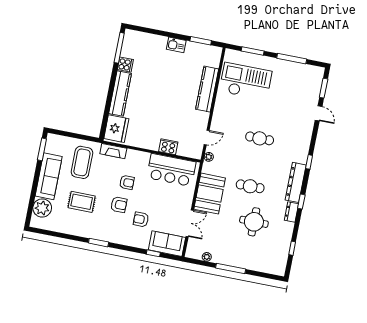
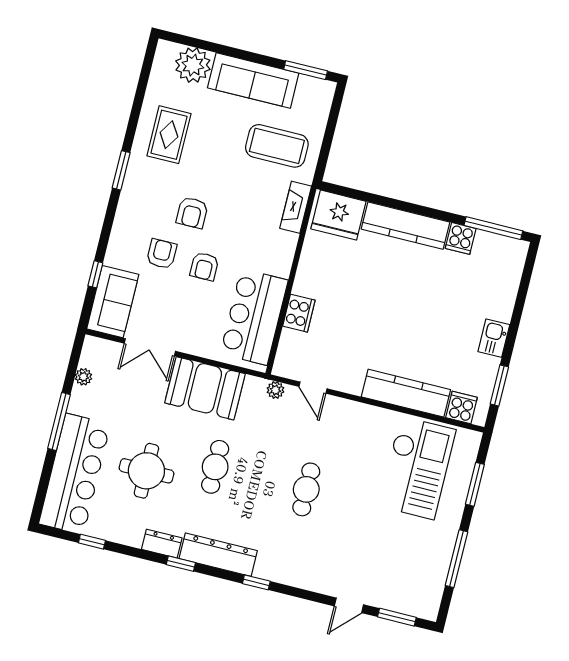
cooker: (213, 60) -> (461, 408), added
armchair: (127, 182) -> (204, 266), moved
rug: (82, 202) -> (169, 135), moved
bar counter: (257, 259) -> (75, 474), added

